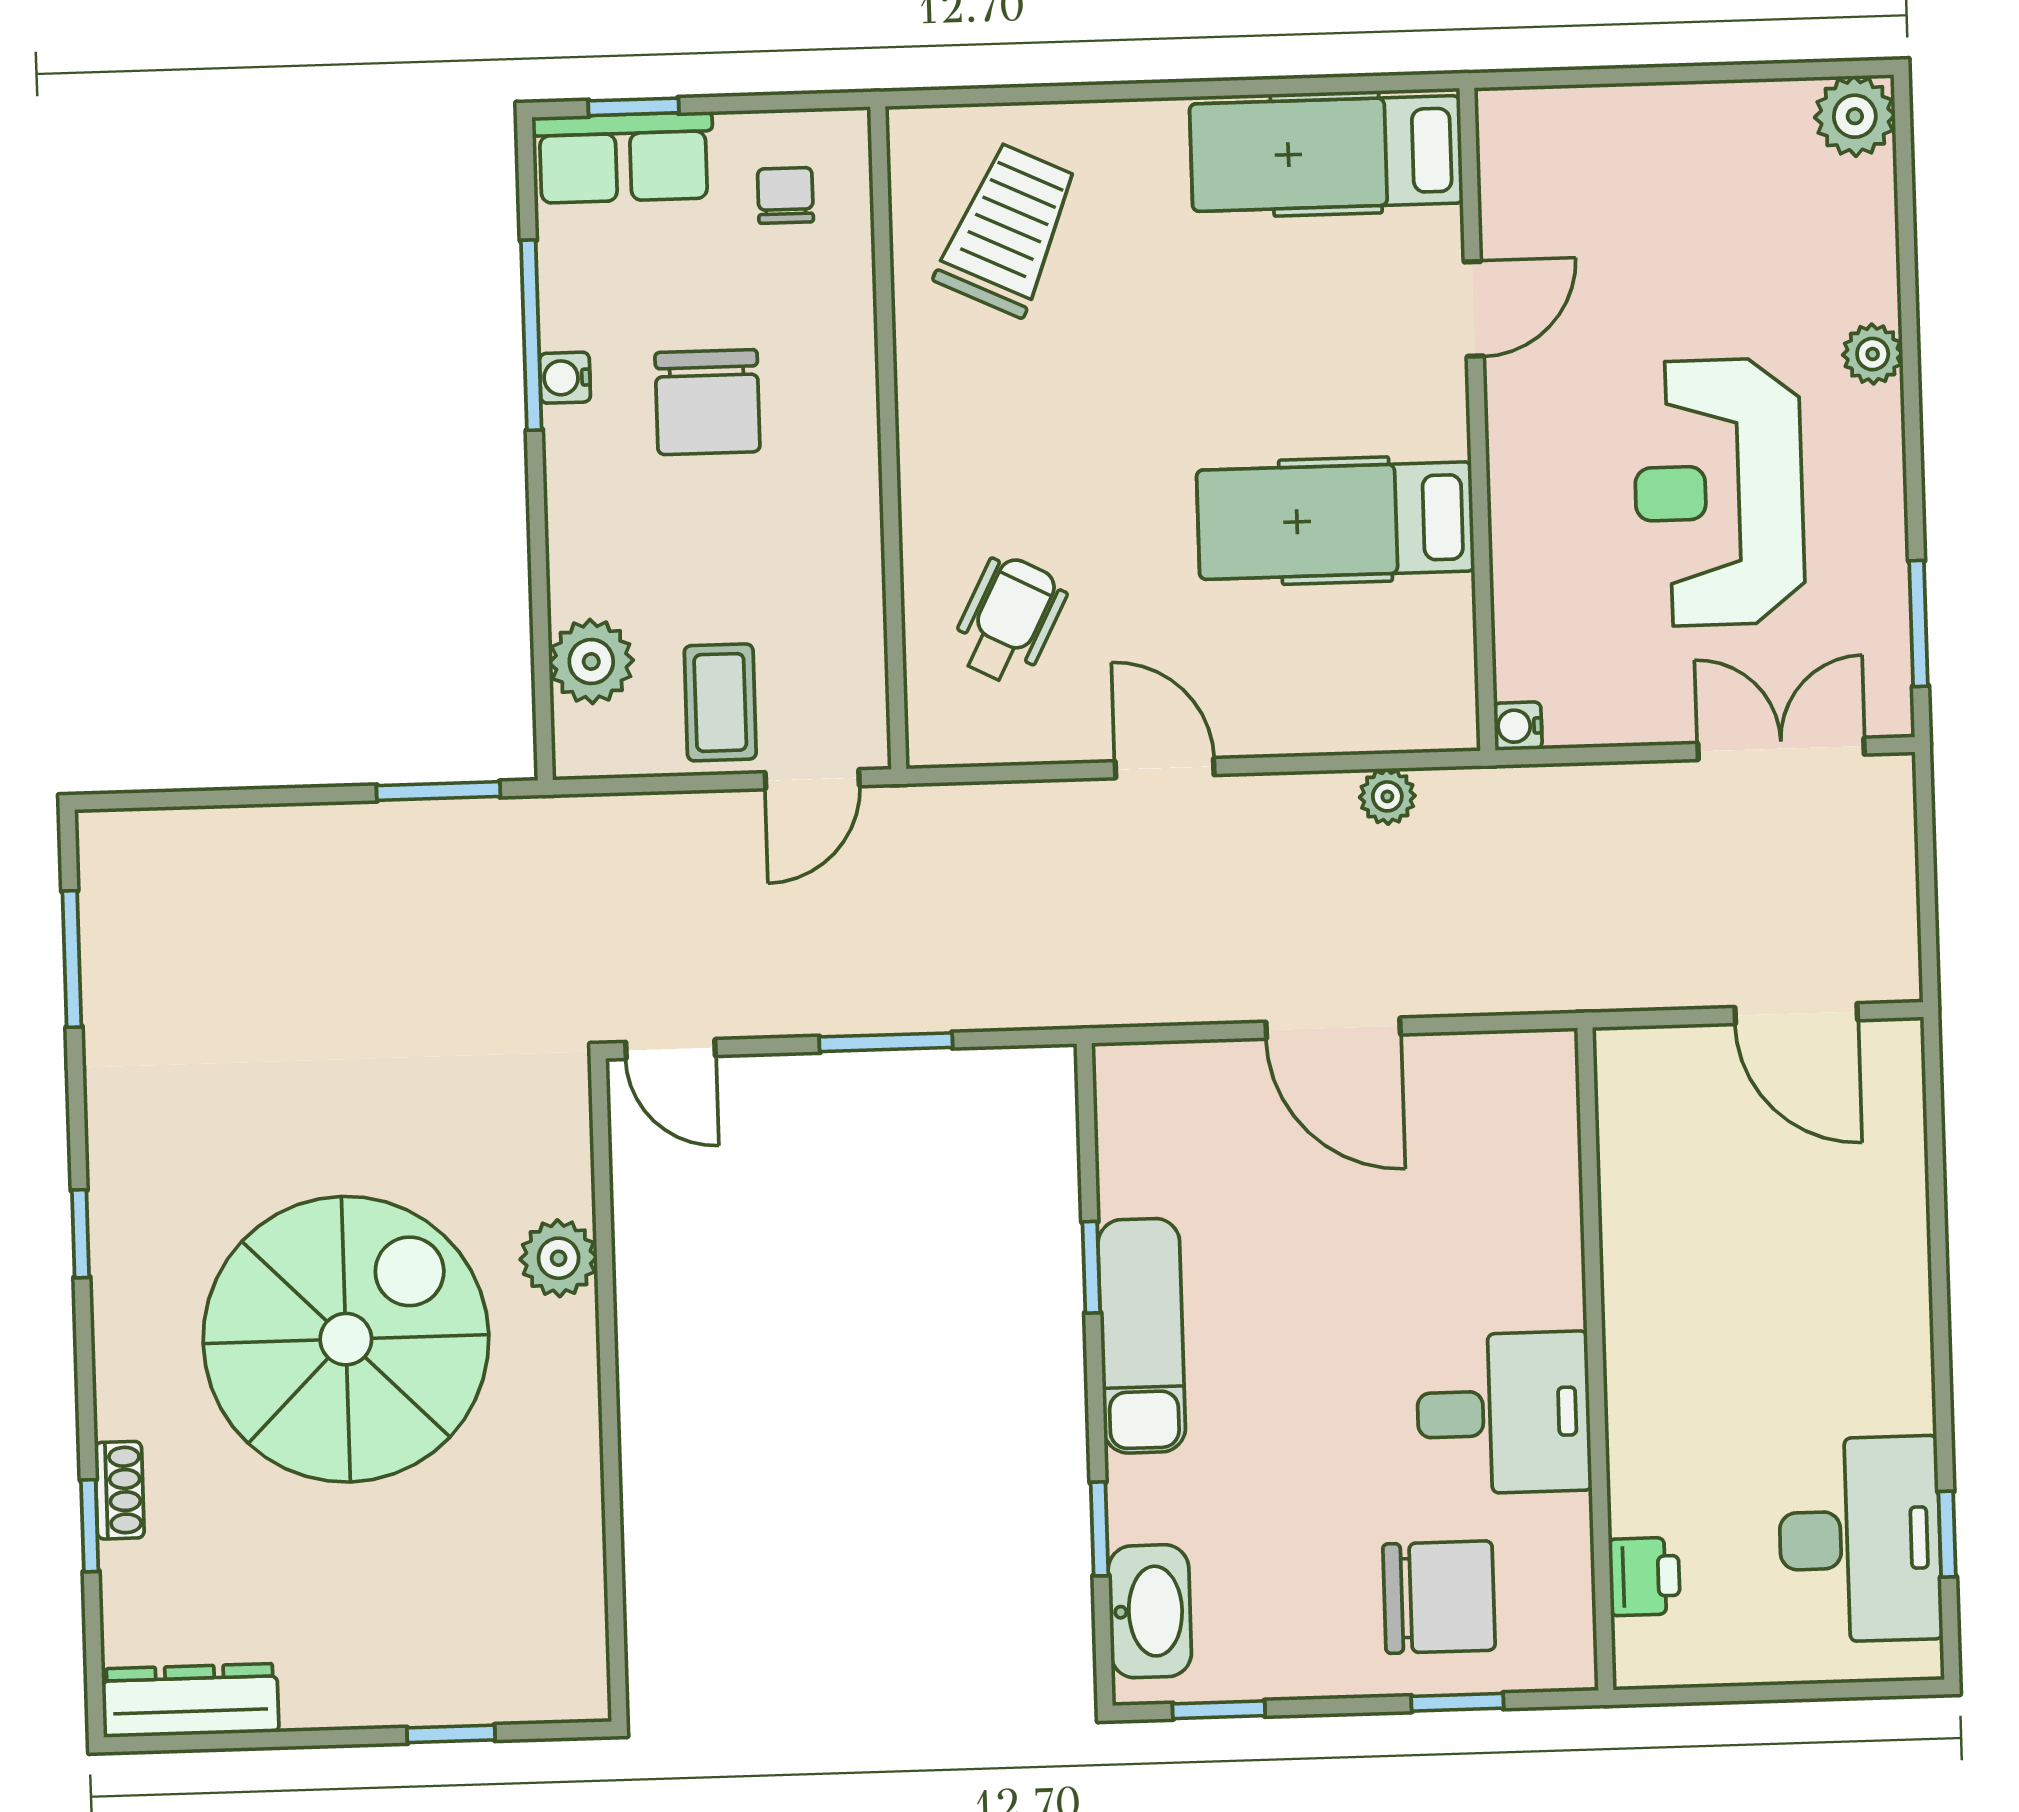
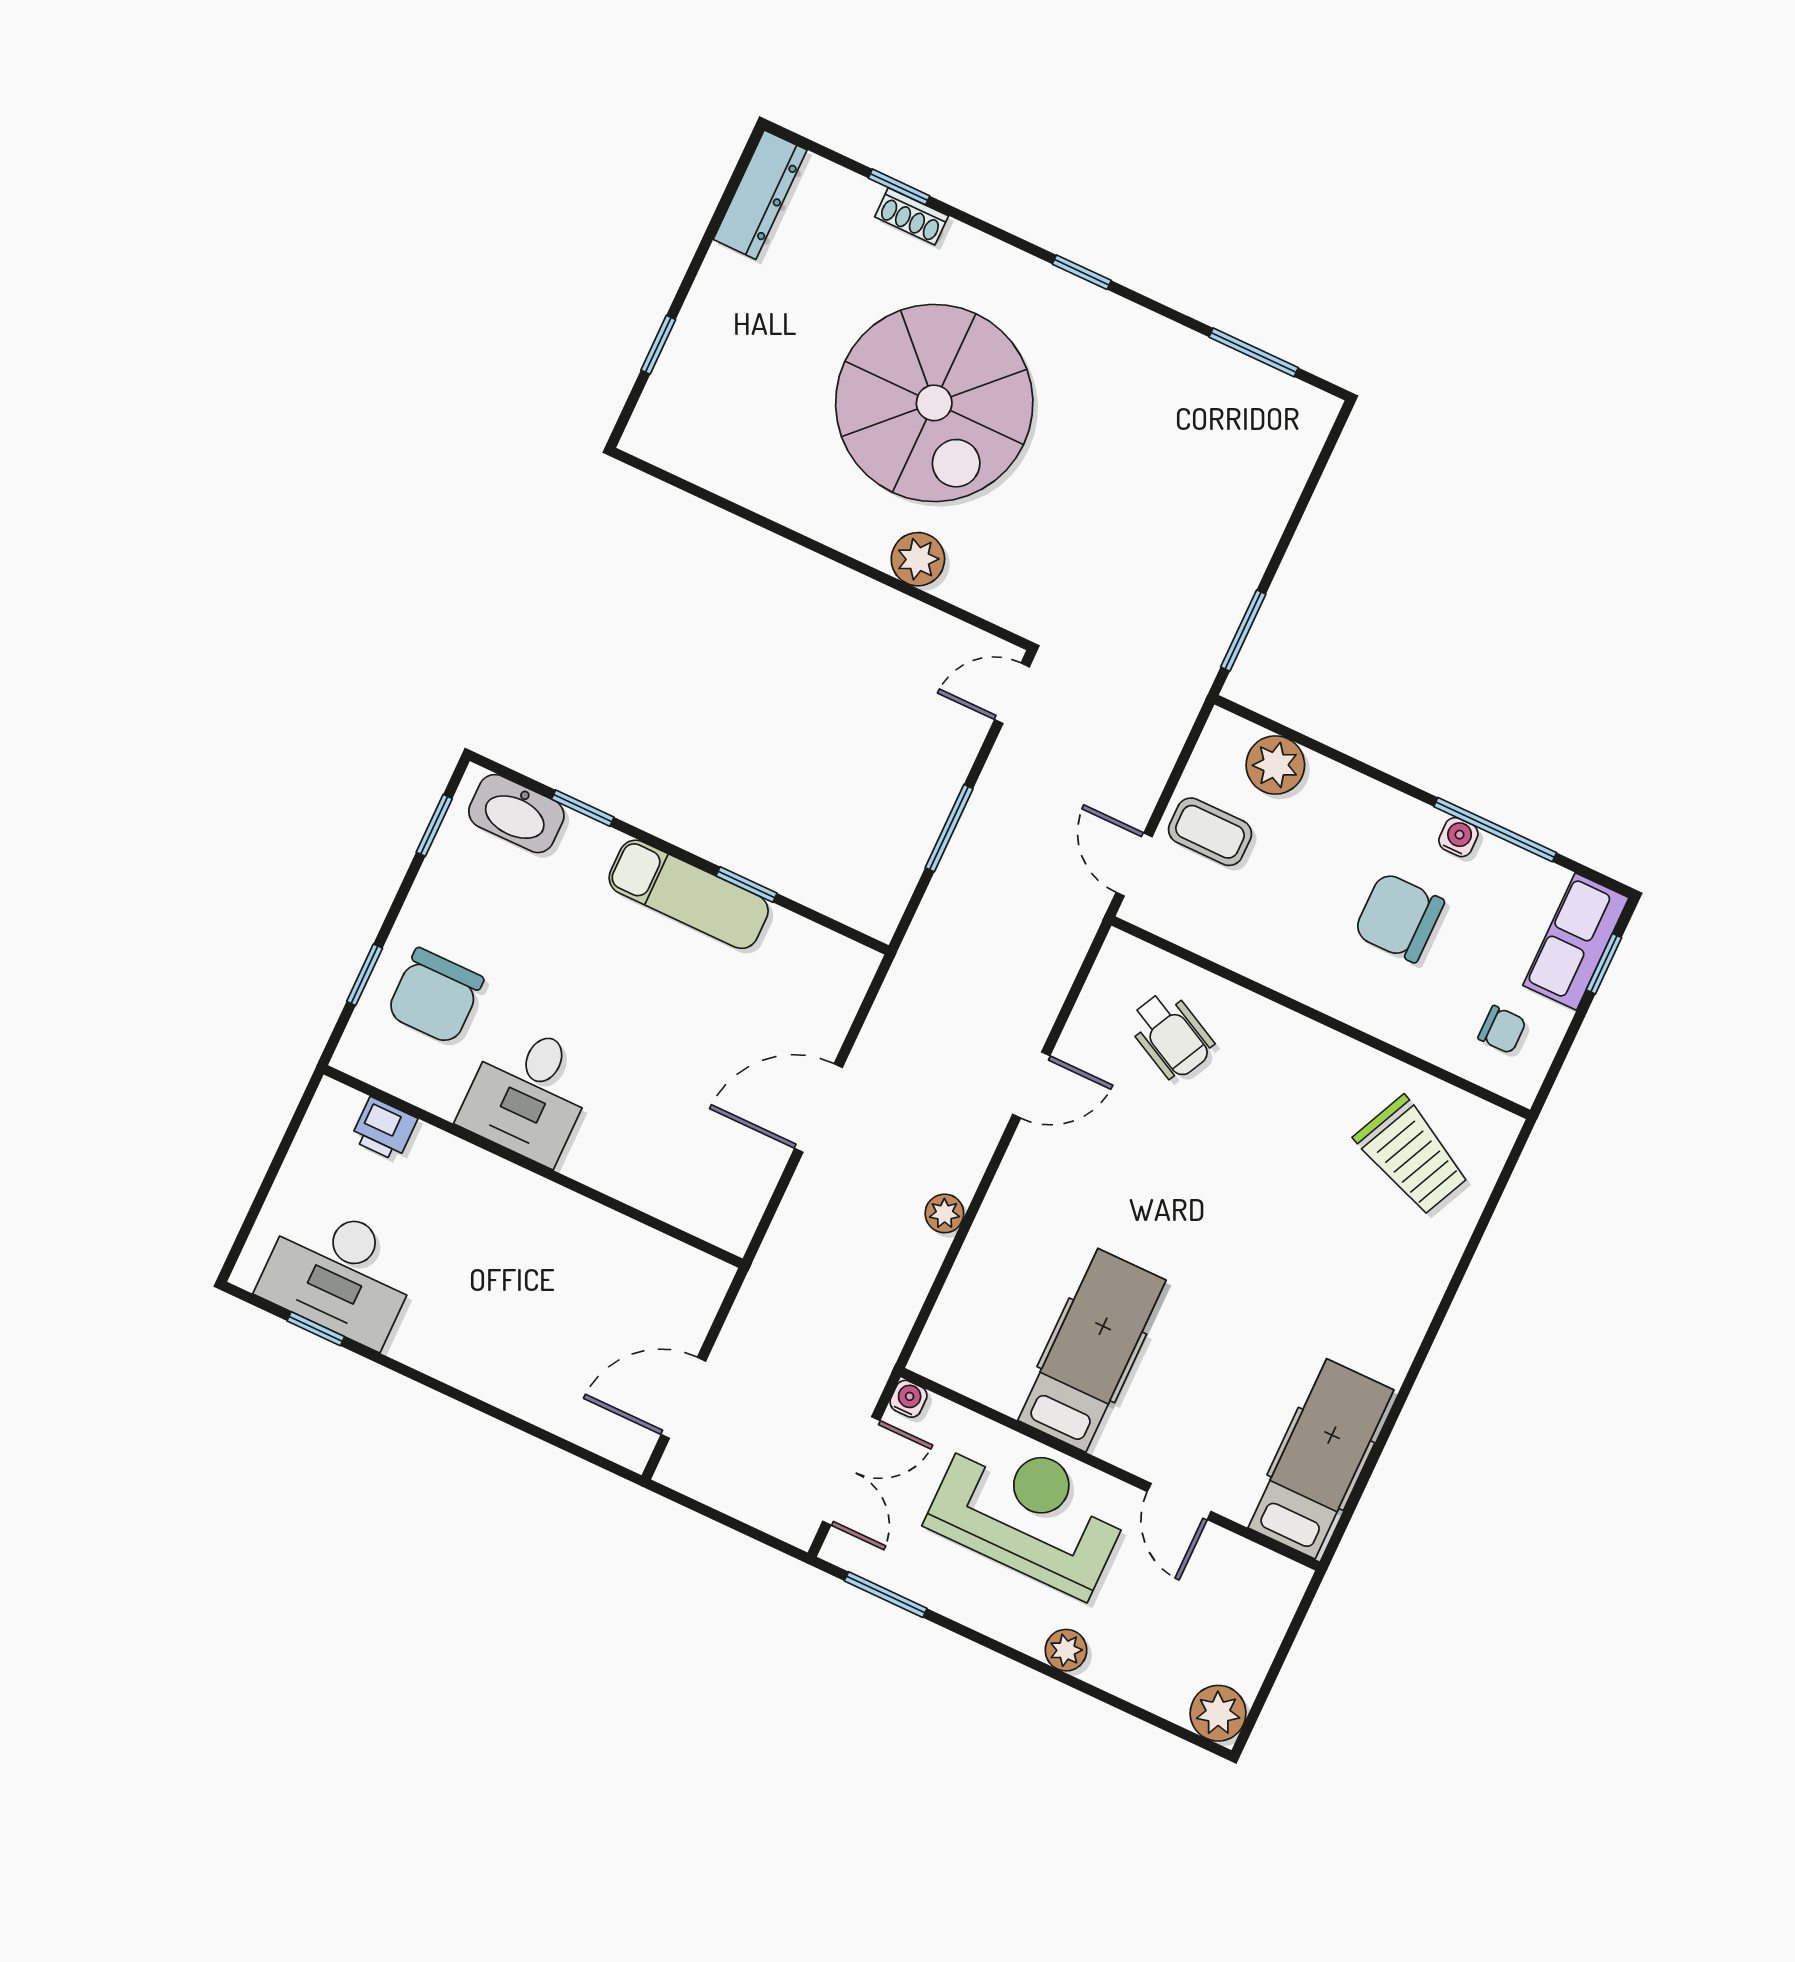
hospital bed: (1326, 154) -> (1321, 1459), moved
door: (1474, 309) -> (1179, 1501), moved
wall: (1477, 419) -> (1110, 1469), moved
hospital bed: (1336, 521) -> (1092, 1350), moved
water cooler: (1518, 726) -> (908, 1399), moved

